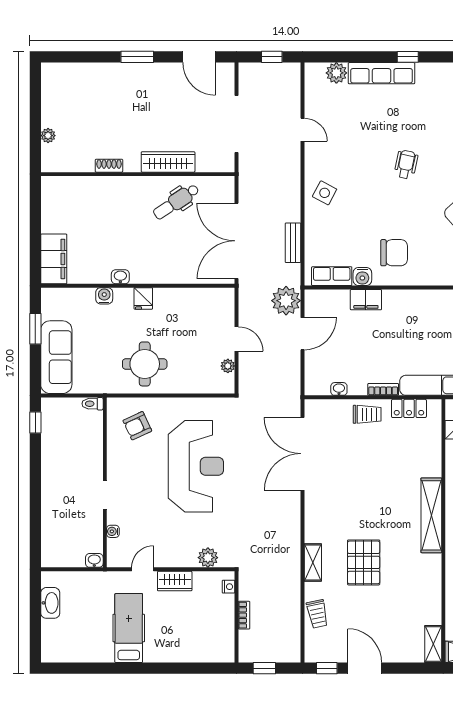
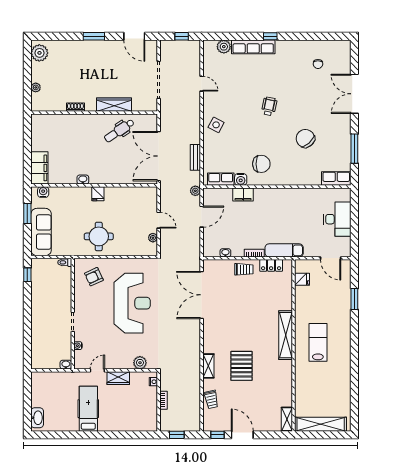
plant: (54, 83) -> (39, 53), added
water cooler: (104, 296) -> (43, 192), moved
plant: (286, 301) -> (195, 191), width x0.53, depth x0.53
washbasin: (50, 603) -> (37, 418), moved

